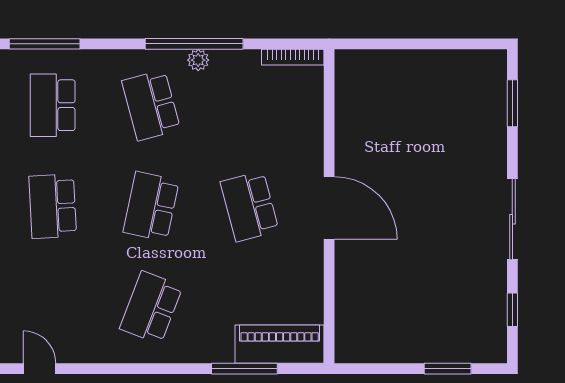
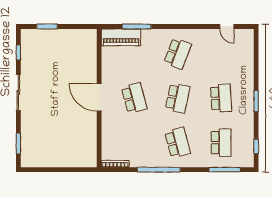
plant: (198, 60) -> (157, 163), removed

